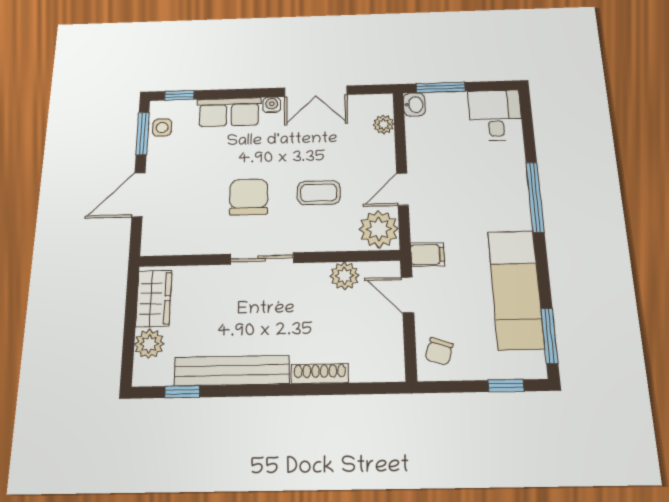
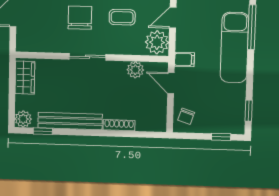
exam couch: (516, 289) -> (234, 47), moved
window: (549, 336) -> (249, 111), width x0.67
plant: (149, 344) -> (23, 119), moved

